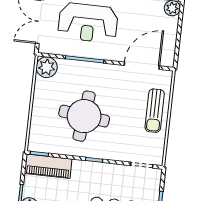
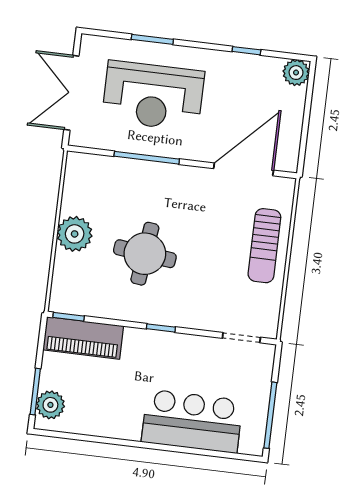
plant: (47, 67) -> (75, 234), moved
round table: (84, 116) -> (145, 254), width x0.73, depth x0.73

